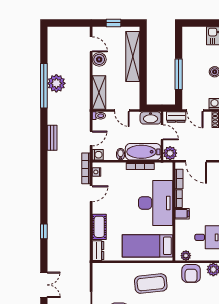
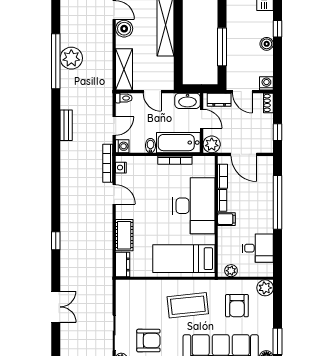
door: (91, 194) -> (114, 194), hinge flipped
armchair: (191, 273) -> (237, 306), moved

